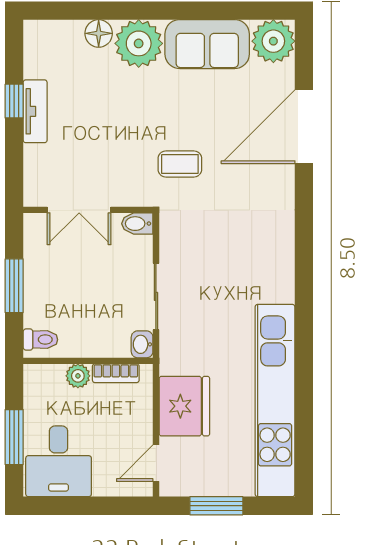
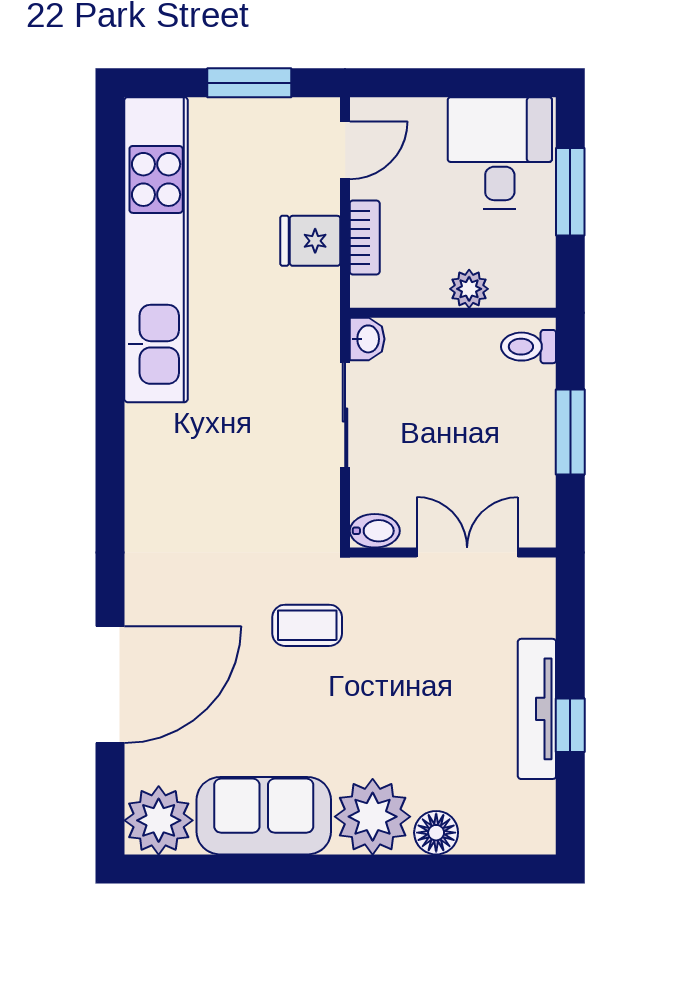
tv unit: (35, 111) -> (537, 709), width x1.41
bookcase: (116, 373) -> (365, 238), moved, turned 90
fridge: (184, 406) -> (310, 241), width x0.53, depth x0.75

